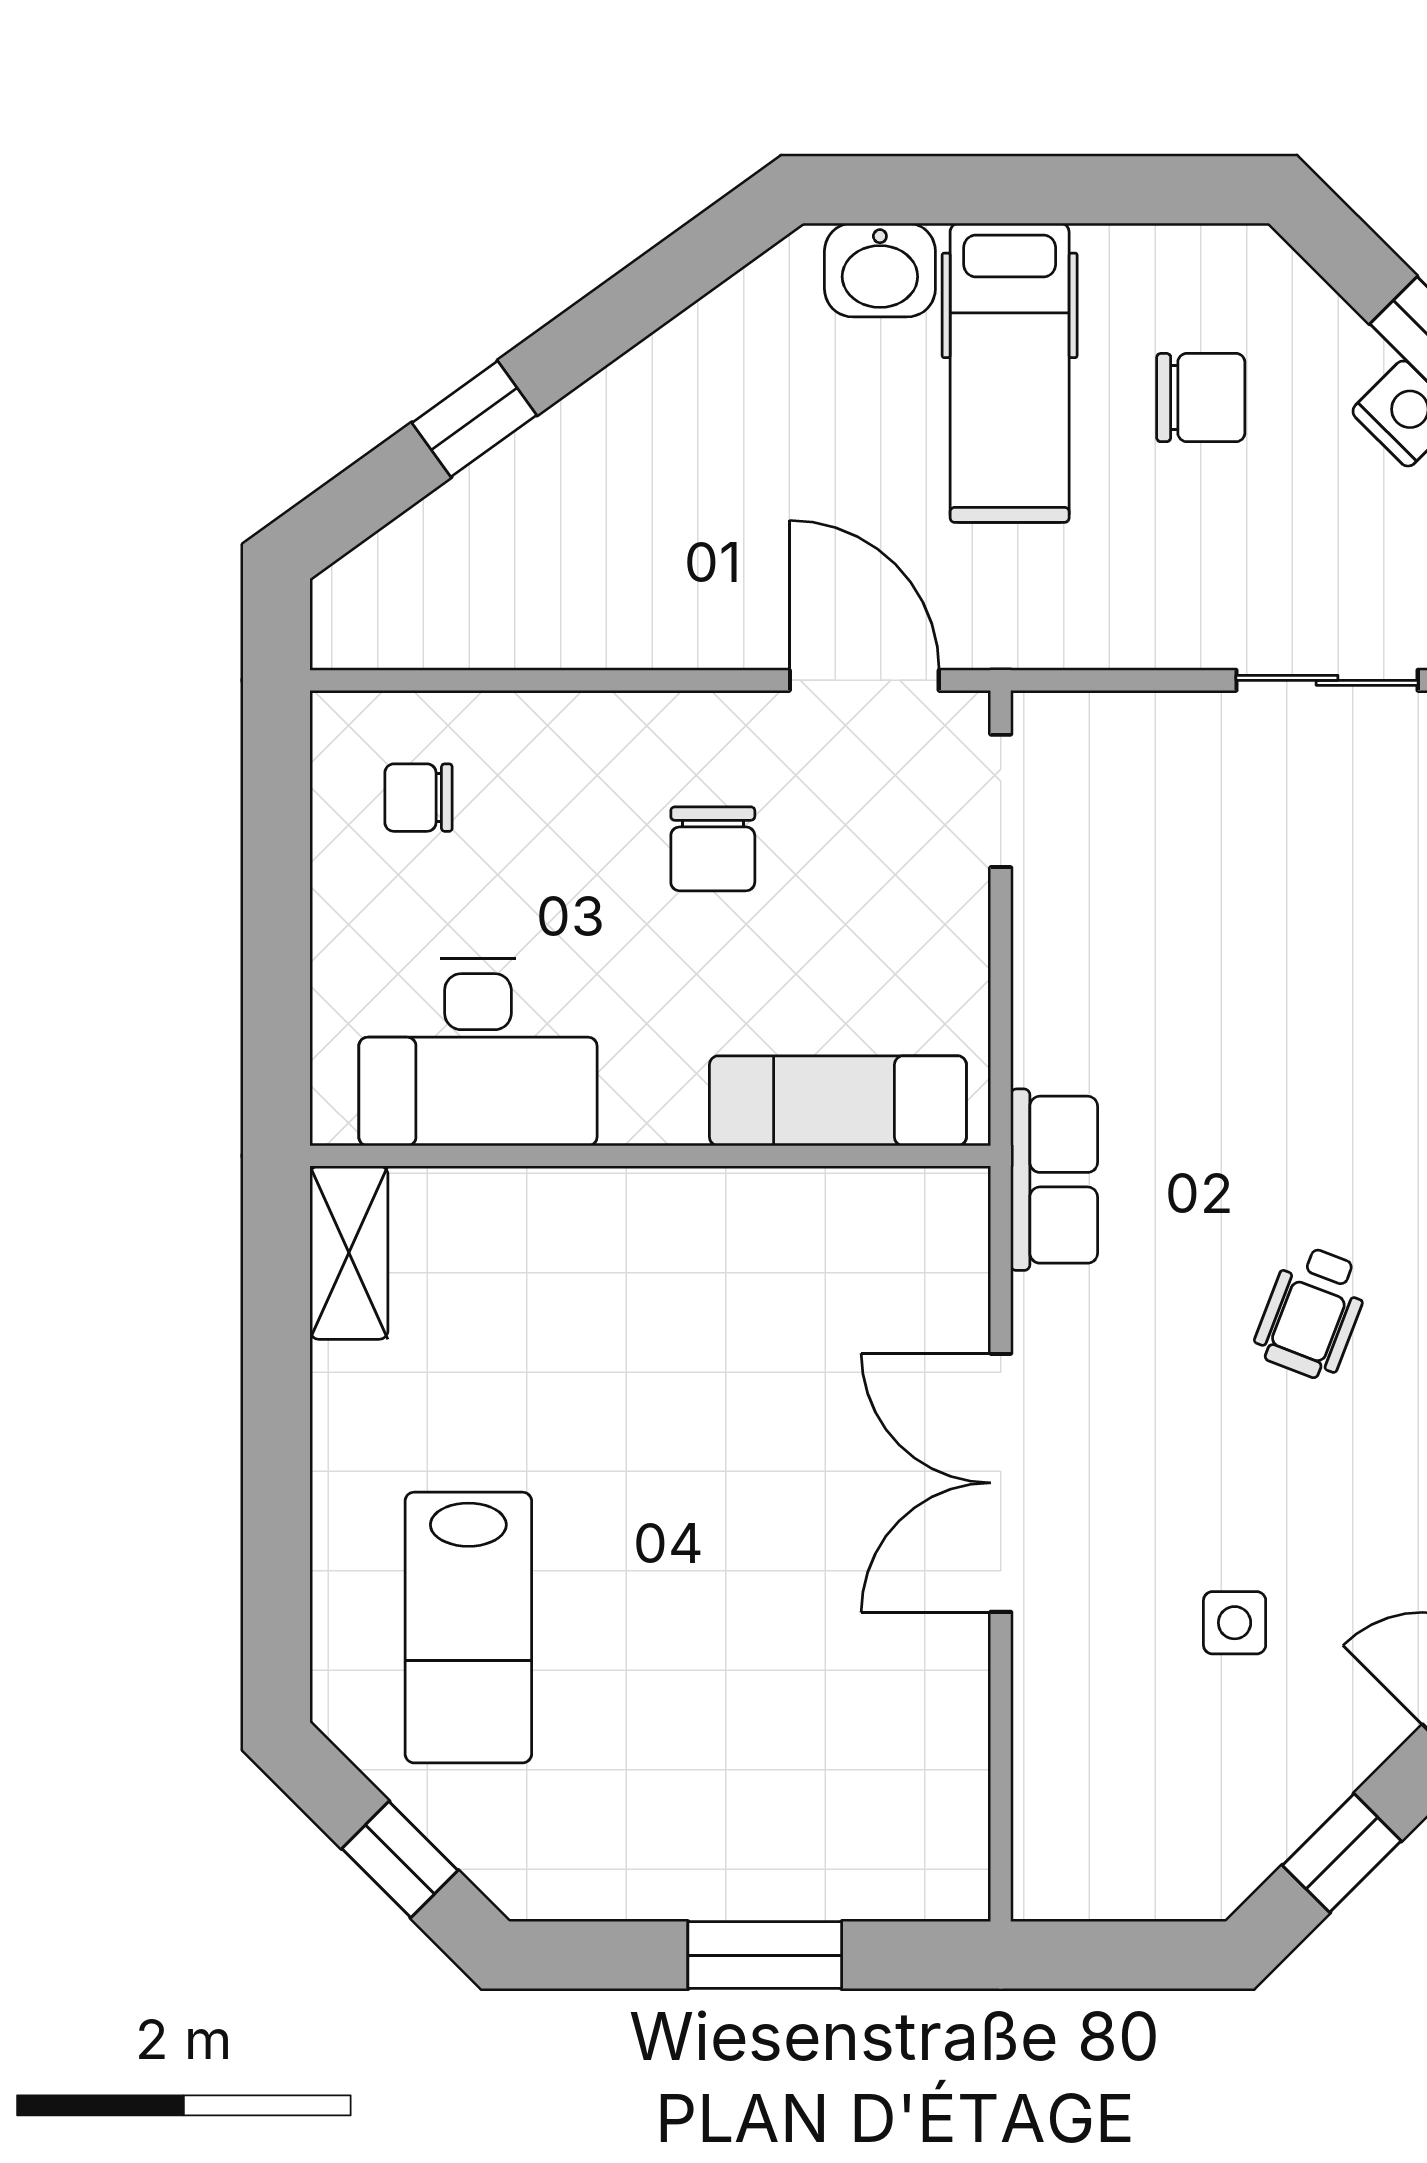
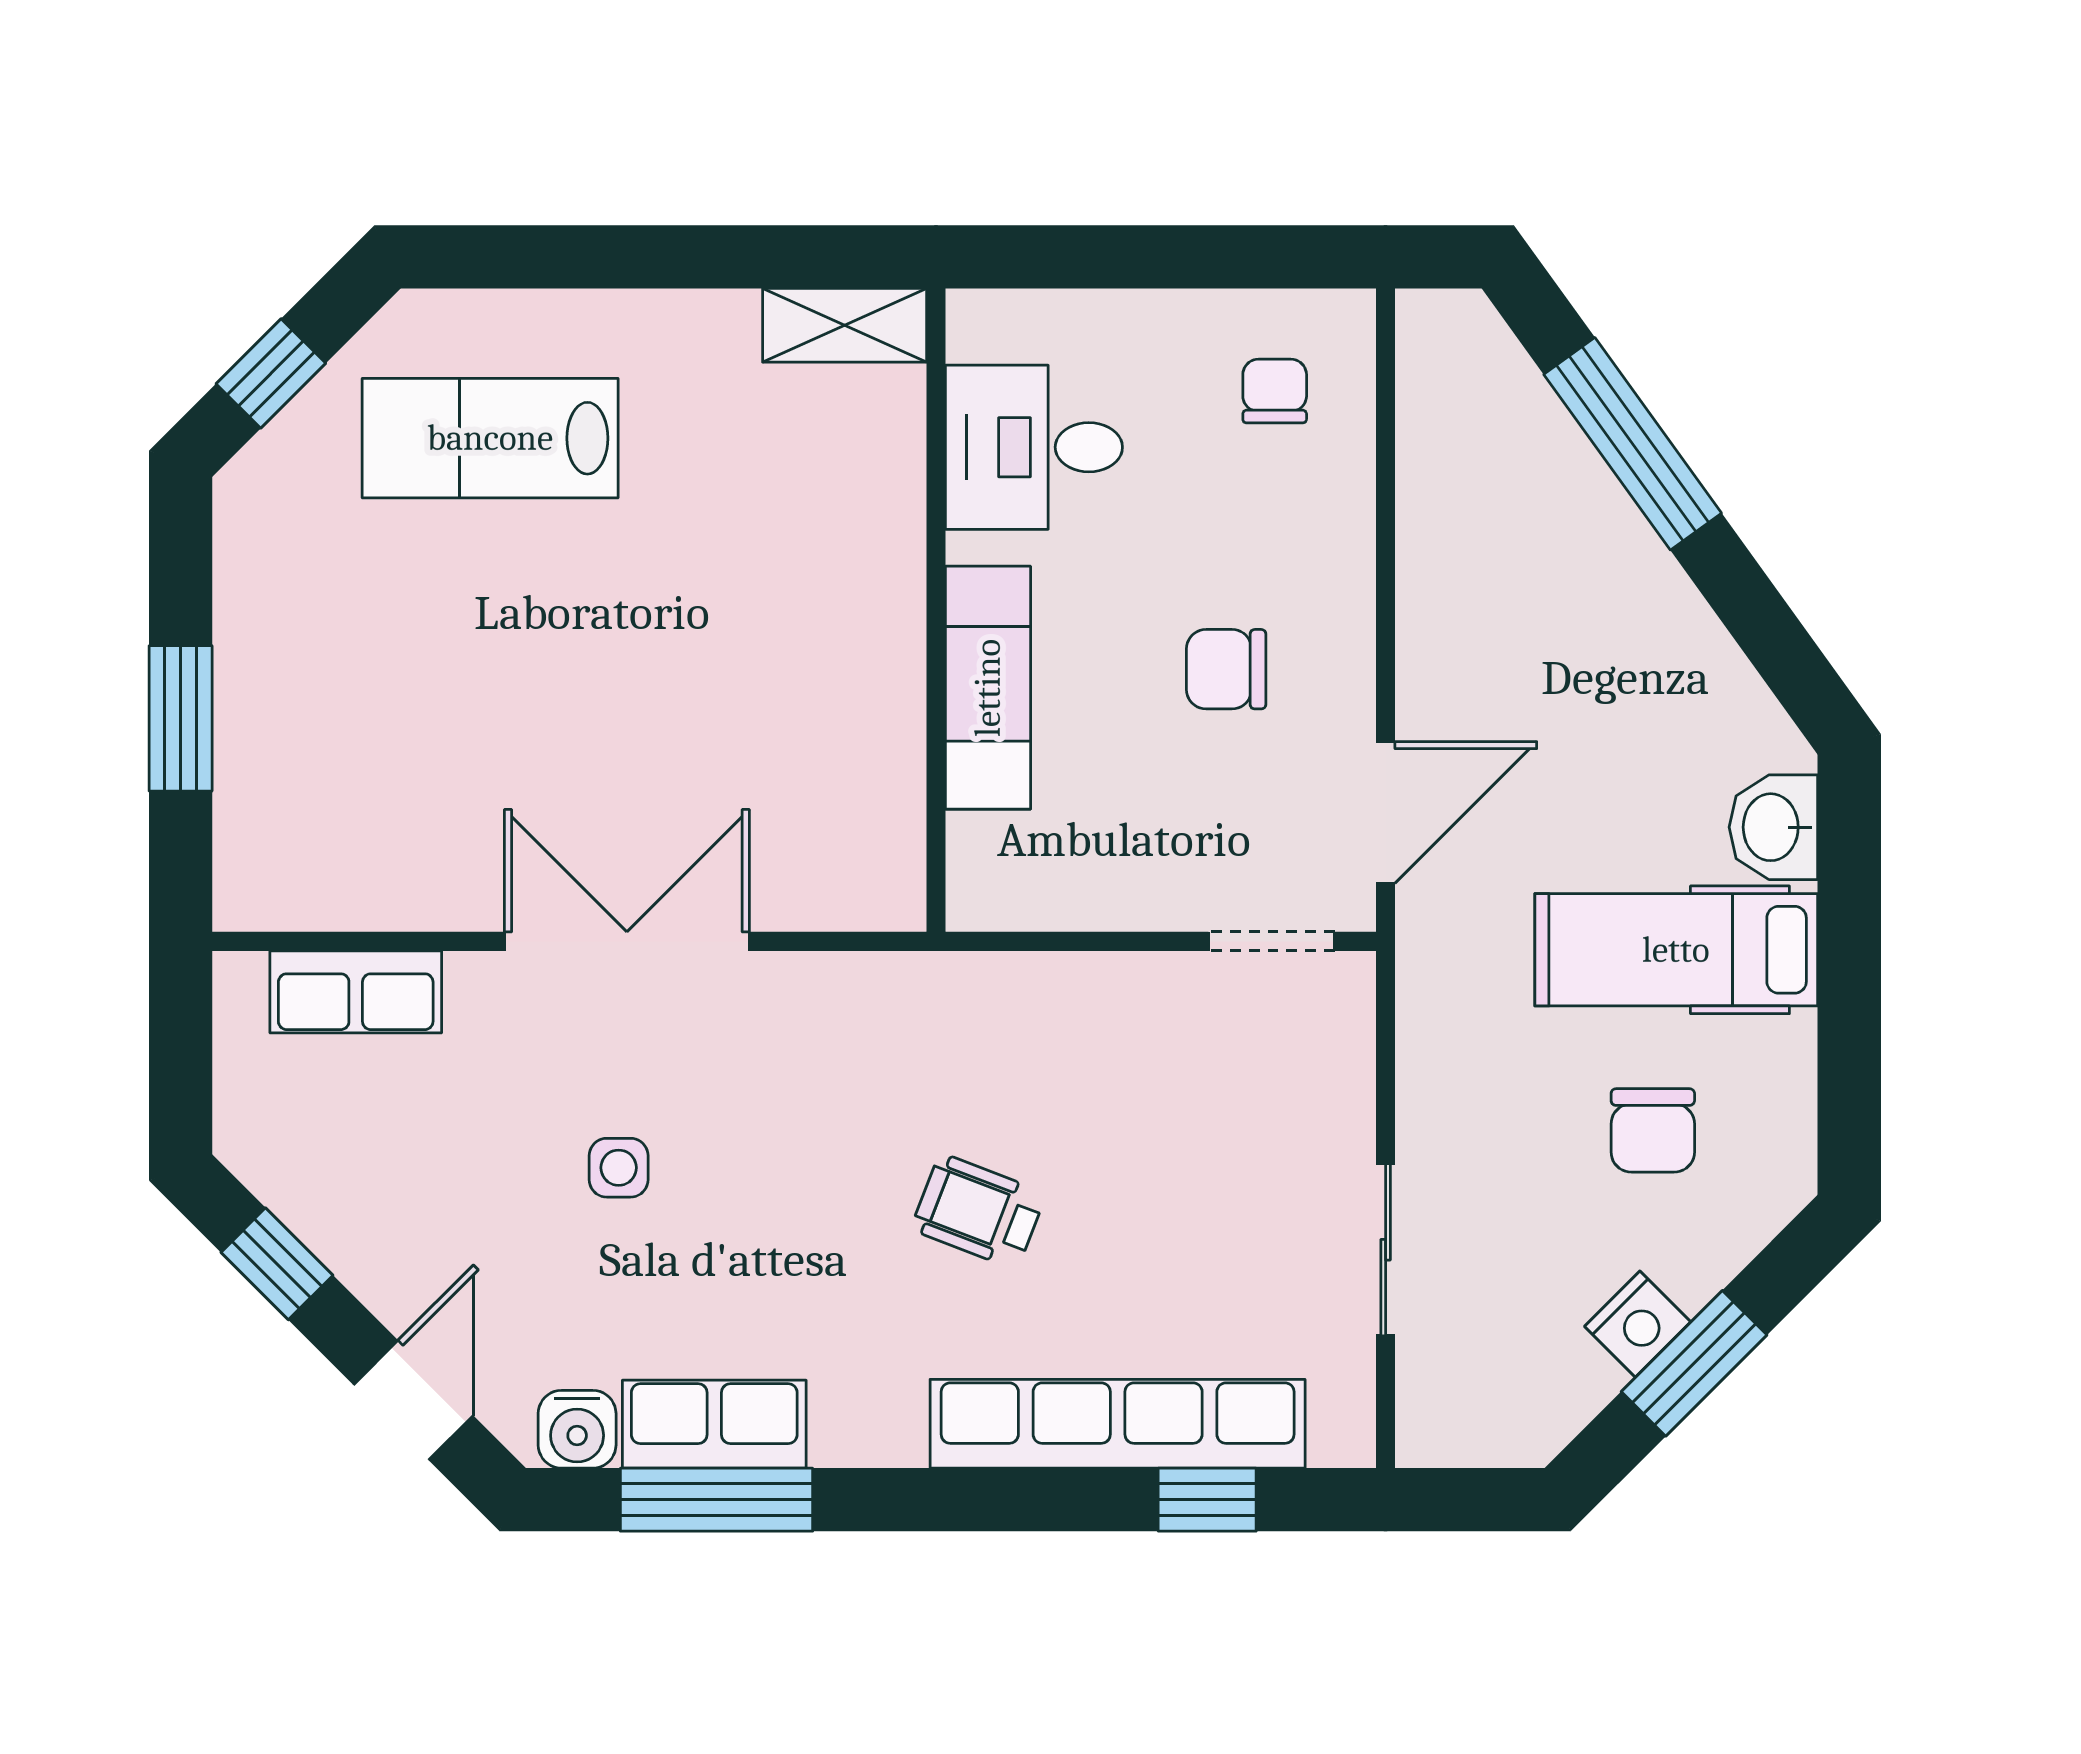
window: (474, 419) -> (1633, 444), width x2.17
desk: (478, 1052) -> (1034, 447), width x0.73
exam couch: (838, 1101) -> (988, 688), moved
row of seats: (1054, 1180) -> (356, 992), moved
wheelchair: (1312, 1312) -> (978, 1211), moved
side table: (1235, 1623) -> (619, 1168), moved

